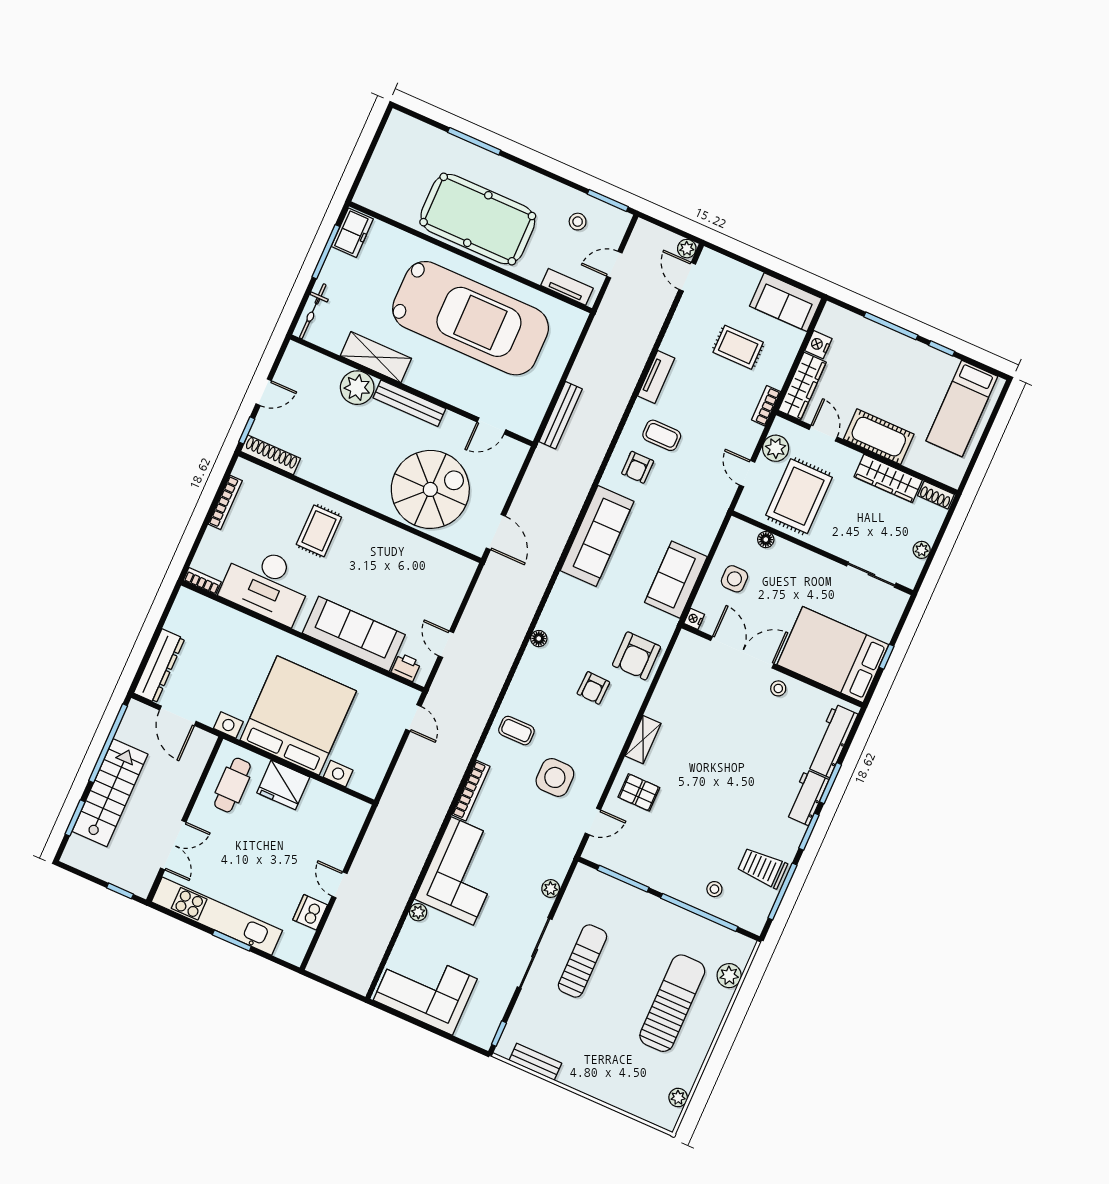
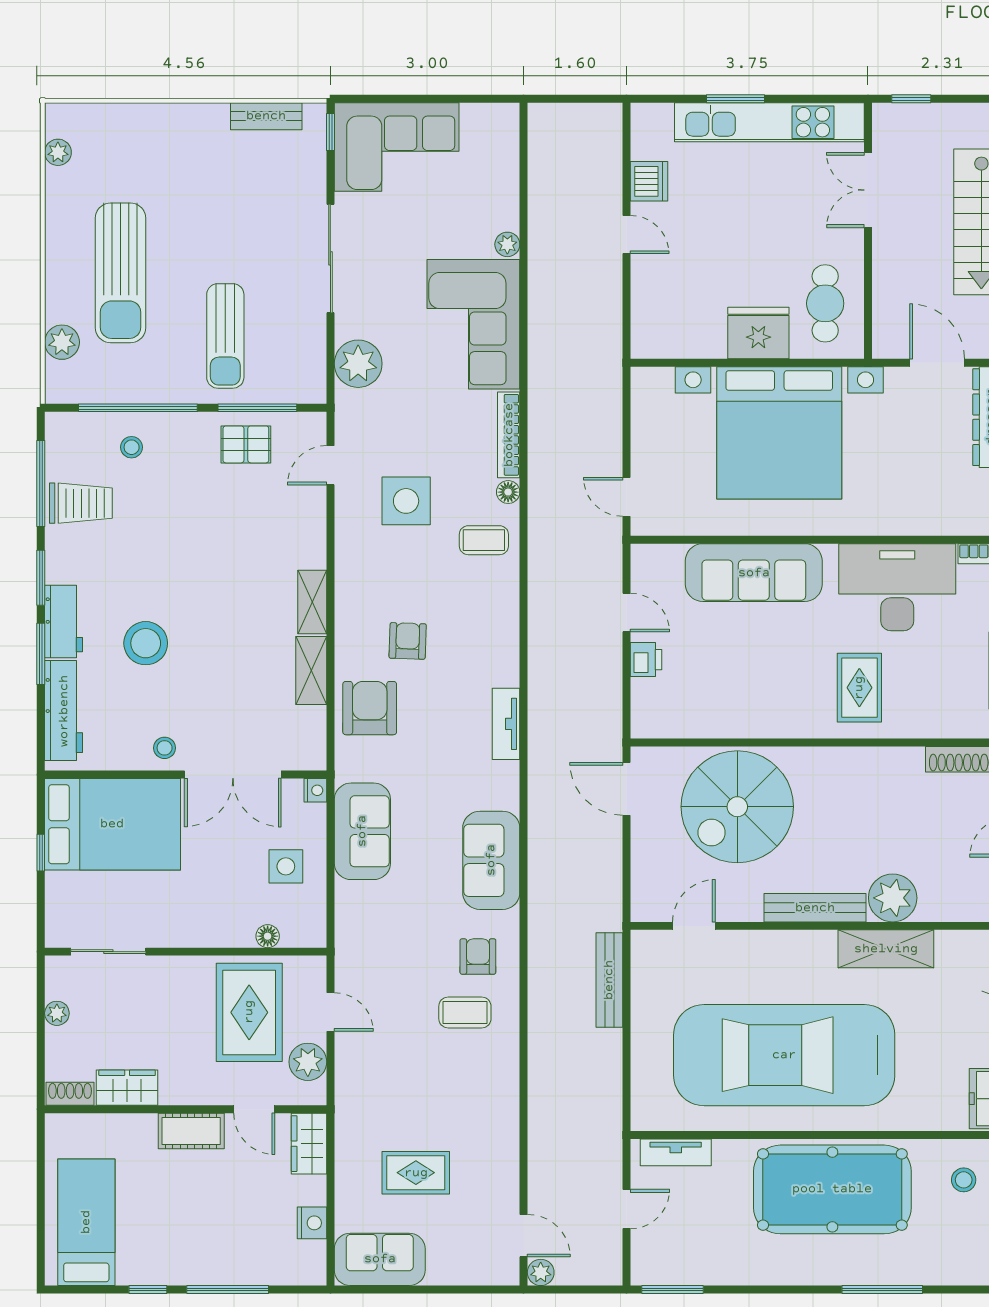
stool: (578, 222) -> (964, 1180), moved
tv unit: (656, 377) -> (506, 724), moved
wardrobe: (802, 386) -> (309, 1144), width x0.67
bookcase: (766, 406) -> (345, 1112), removed
cot: (879, 437) -> (191, 1131), width x0.73, depth x0.75
wardrobe: (888, 478) -> (127, 1088), width x0.67
sofa: (597, 536) -> (491, 860), width x0.73
floor lamp: (539, 639) -> (508, 492), moved
printer: (406, 667) -> (646, 660), moved, turned -90
shelving: (663, 696) -> (311, 671), added
stool: (761, 760) -> (146, 643), added
pallet: (639, 792) -> (246, 444), moved
plant: (551, 889) -> (358, 364), width x1.87, depth x1.87
sun lounger: (582, 961) -> (225, 336), moved
corner sofa: (425, 989) -> (397, 147), moved

